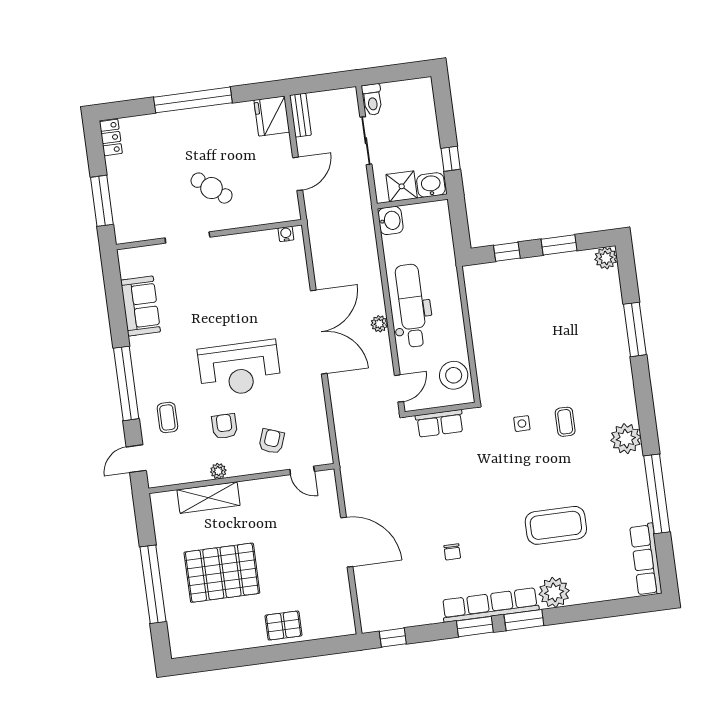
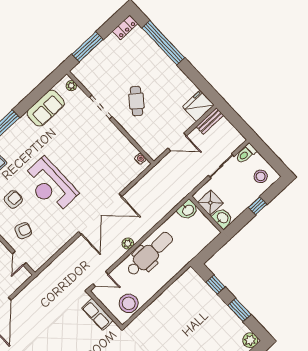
window: (193, 100) -> (163, 43), moved
stool: (413, 101) -> (261, 176), added
window: (451, 159) -> (258, 206), moved
plant: (135, 255) -> (71, 86), added

